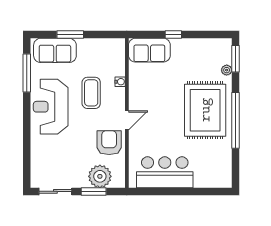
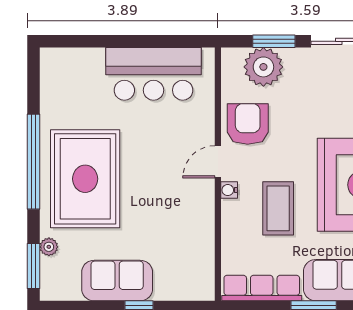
row of seats: (101, 46) -> (262, 288), added
sofa: (149, 50) -> (117, 281), moved
water cooler: (120, 82) -> (229, 190), moved
armchair: (109, 143) -> (248, 124), turned 180

